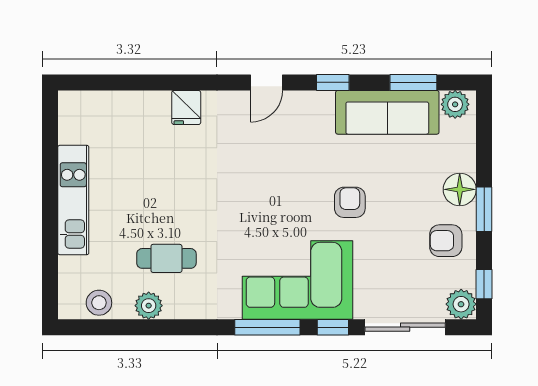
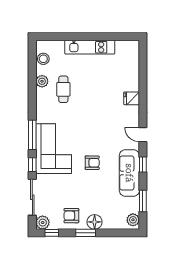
sofa: (387, 112) -> (129, 173), moved
armchair: (350, 202) -> (92, 163), moved
armchair: (446, 241) -> (71, 216), turned -90

